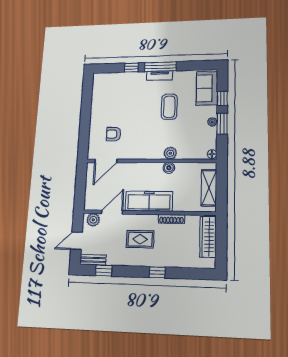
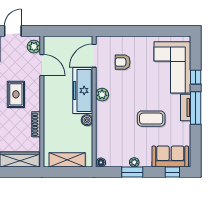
corner sofa: (121, 88) -> (172, 67), added
window: (222, 98) -> (172, 172), moved
armchair: (114, 134) -> (123, 62), turned -90
plant: (170, 153) -> (102, 95), moved
door: (106, 161) -> (94, 56), hinge flipped
freezer: (149, 201) -> (83, 90), moved, turned 180
door: (77, 241) -> (13, 31), hinge flipped

